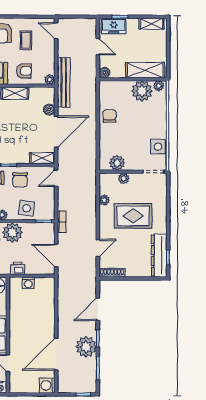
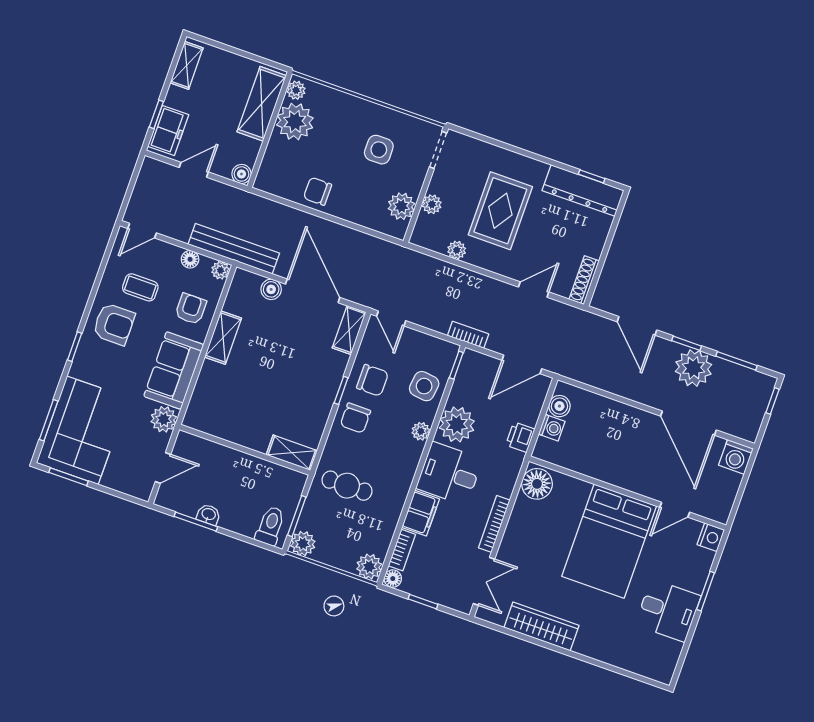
floor lamp: (50, 61) -> (190, 259), added
side table: (158, 147) -> (379, 150), moved
door: (98, 248) -> (534, 289), hinge flipped
boiler: (41, 283) -> (559, 406), added

